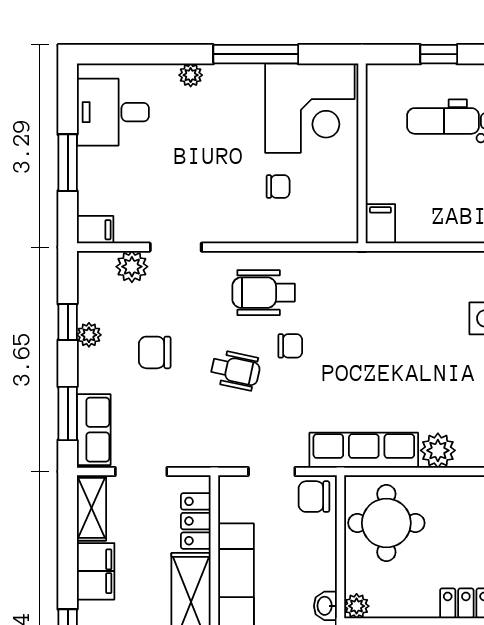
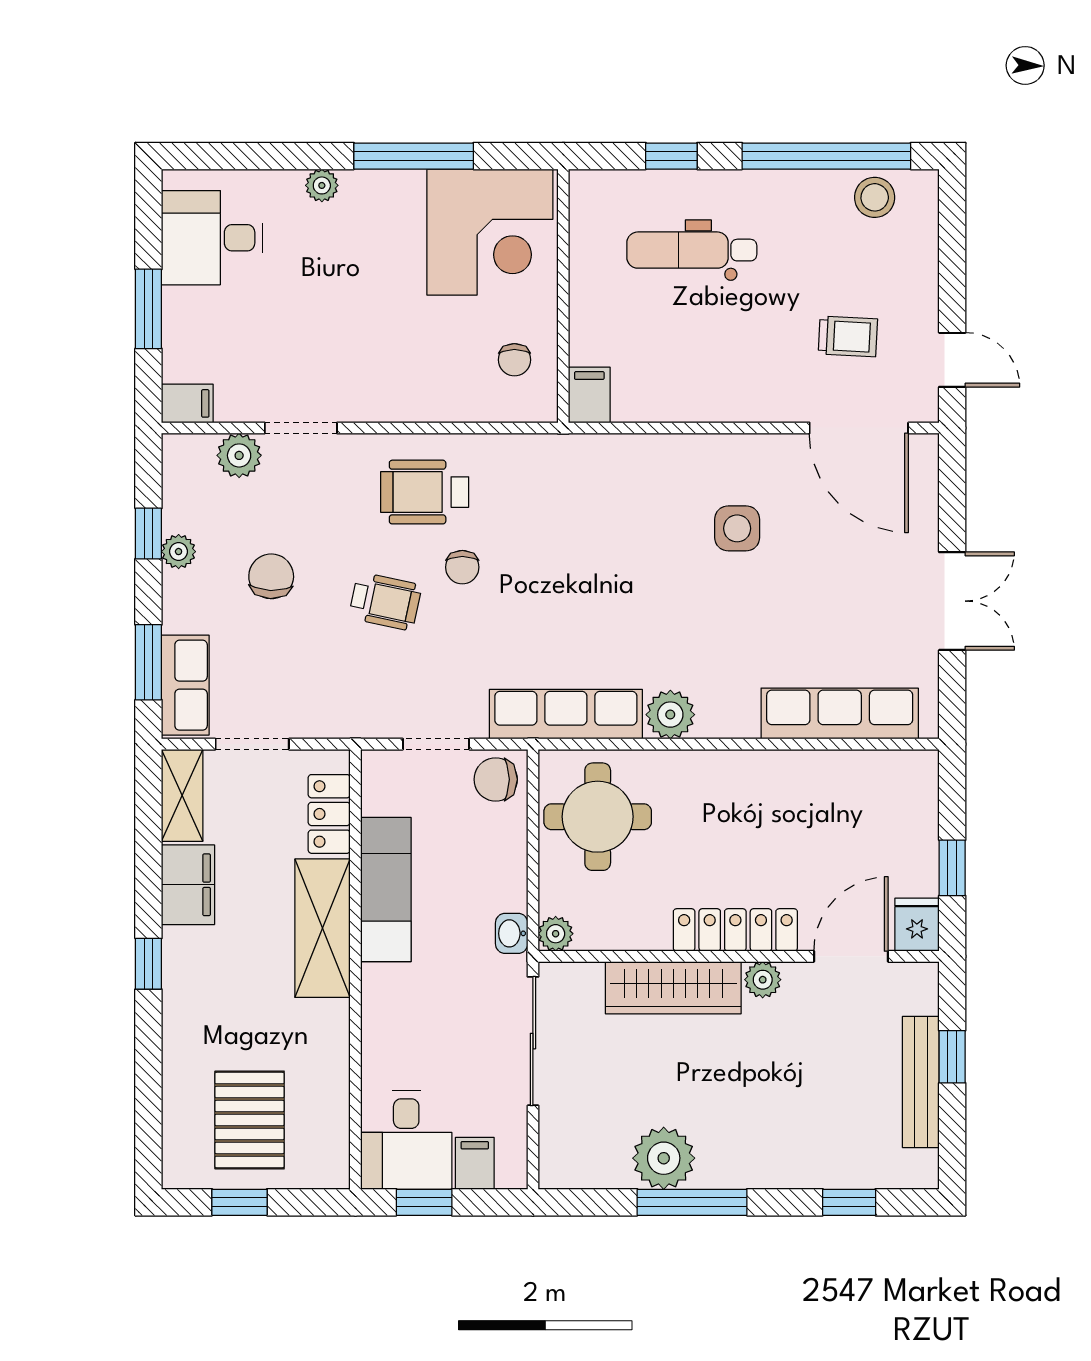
chair: (278, 187) -> (514, 360), moved, turned 90
chair: (290, 346) -> (462, 567), turned 90
chair: (155, 352) -> (271, 576), turned 92

